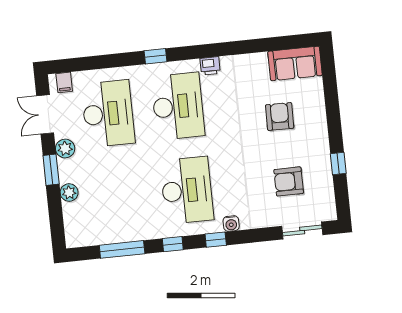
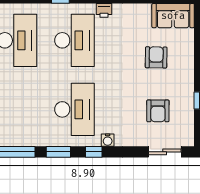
armchair: (289, 181) -> (158, 111), turned -90
window: (173, 244) -> (58, 152), width x1.50

